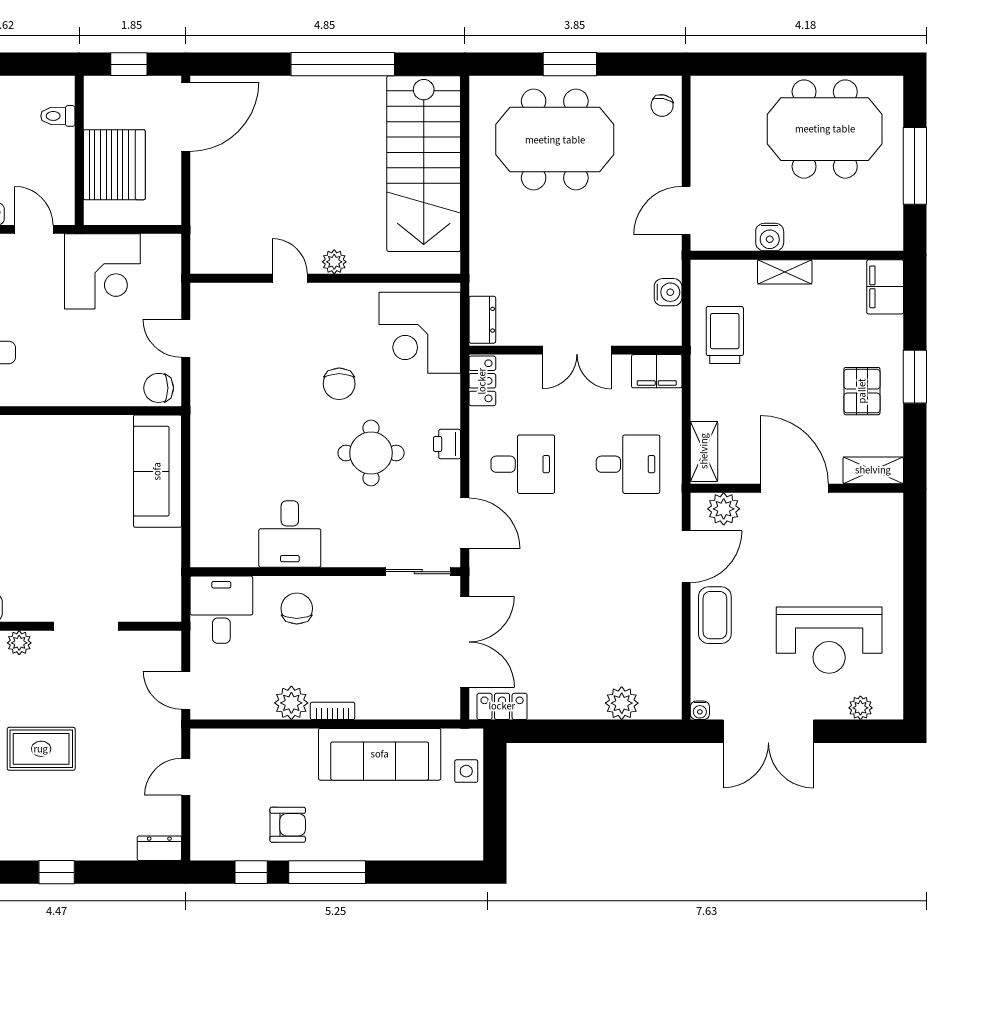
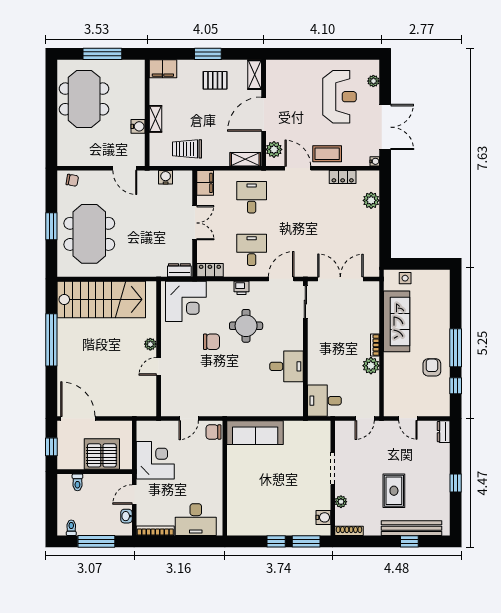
chair: (159, 388) -> (213, 432), turned 90
chair: (297, 608) -> (324, 363), removed
locker: (502, 706) -> (343, 177), moved, turned -90

